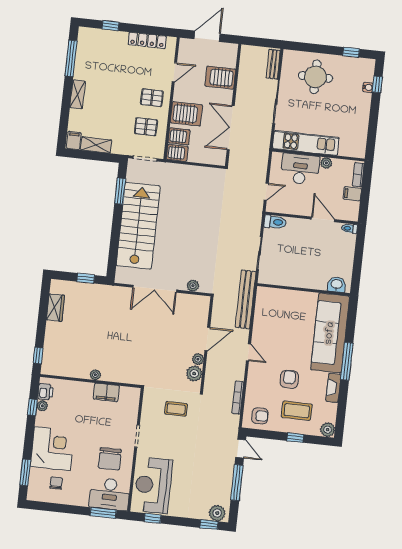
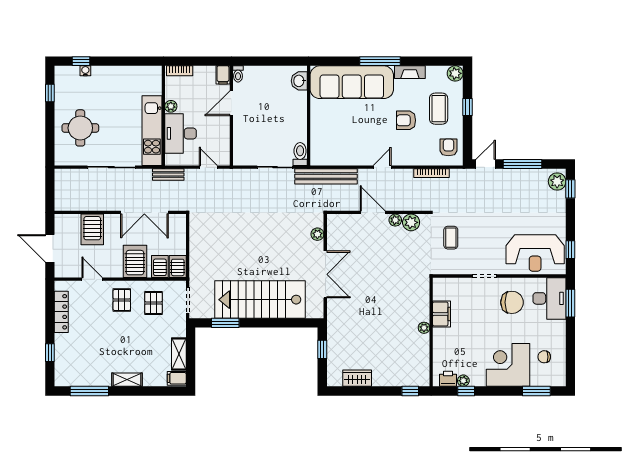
bench: (273, 64) -> (168, 175), moved
filing cabinet: (352, 194) -> (223, 75), moved
toilet: (275, 222) -> (300, 154), moved

